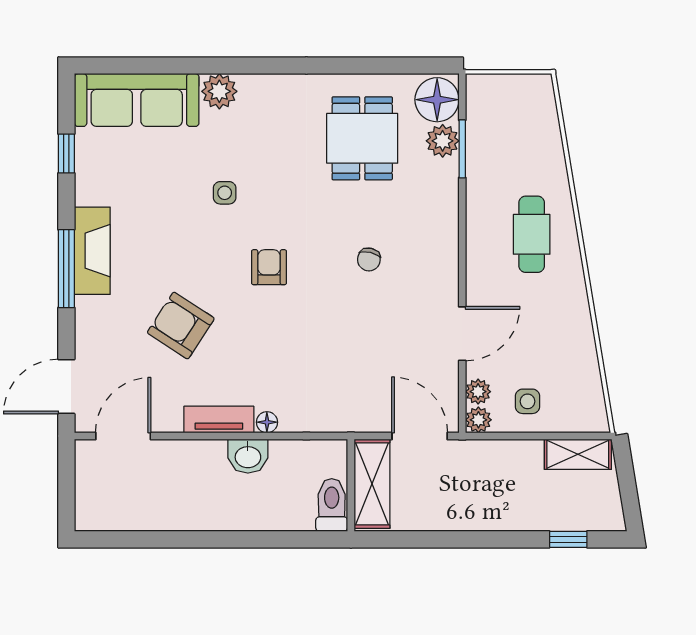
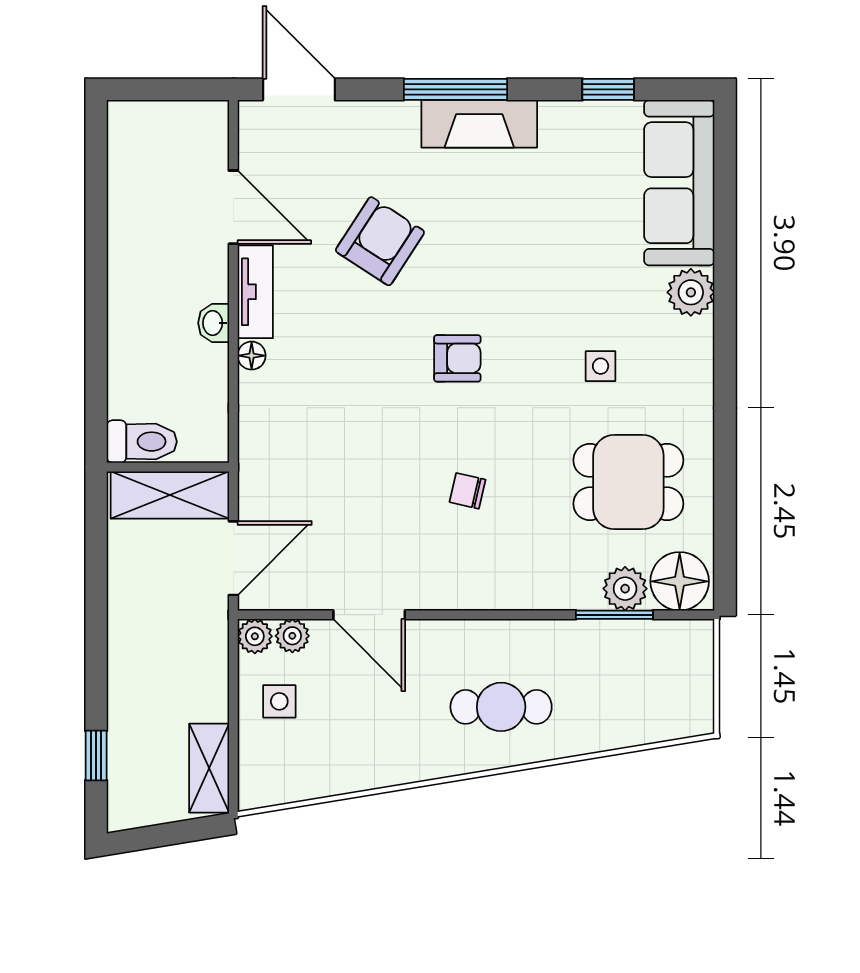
side table: (225, 193) -> (601, 366), moved
door: (123, 436) -> (233, 207), moved
washbasin: (248, 456) -> (214, 323), width x0.72, depth x0.69

